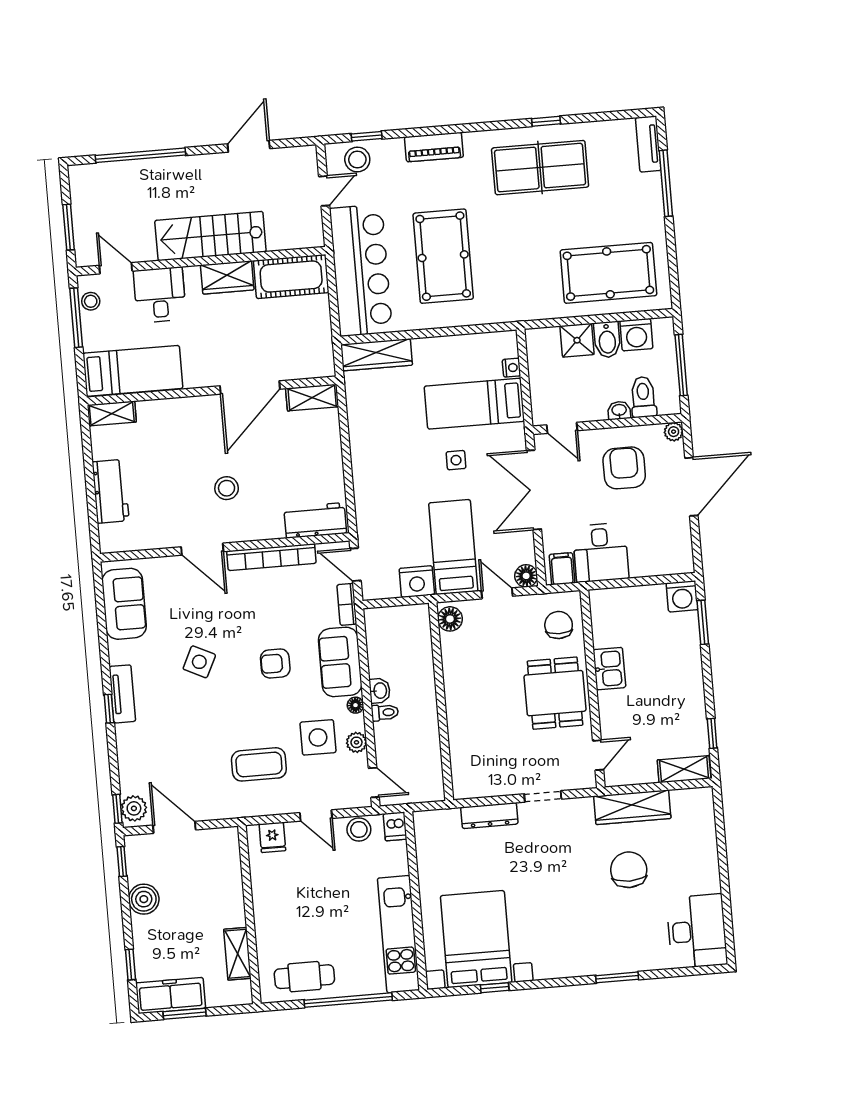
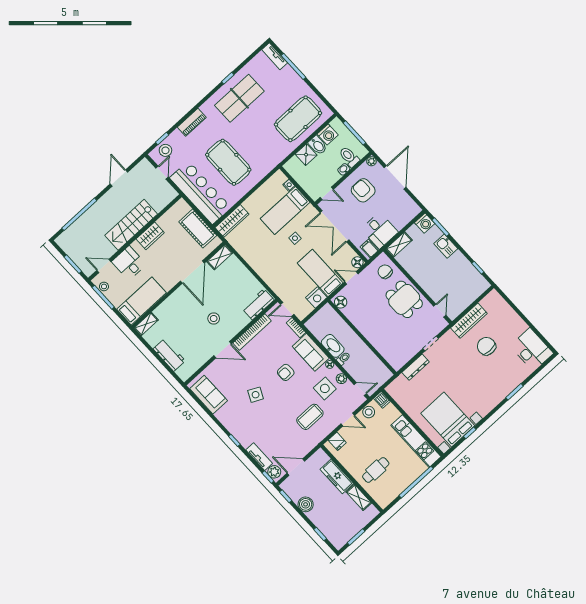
cot: (291, 277) -> (198, 229), moved, turned 90
kitchen sink: (609, 669) -> (446, 246), moved, turned 180
washbasin: (380, 691) -> (333, 346), width x1.91, depth x1.45
tv unit: (122, 694) -> (259, 457), moved
shelving: (684, 769) -> (399, 244), moved
cafe table: (304, 977) -> (376, 470), moved
freezer: (171, 996) -> (337, 476), moved, turned -90

